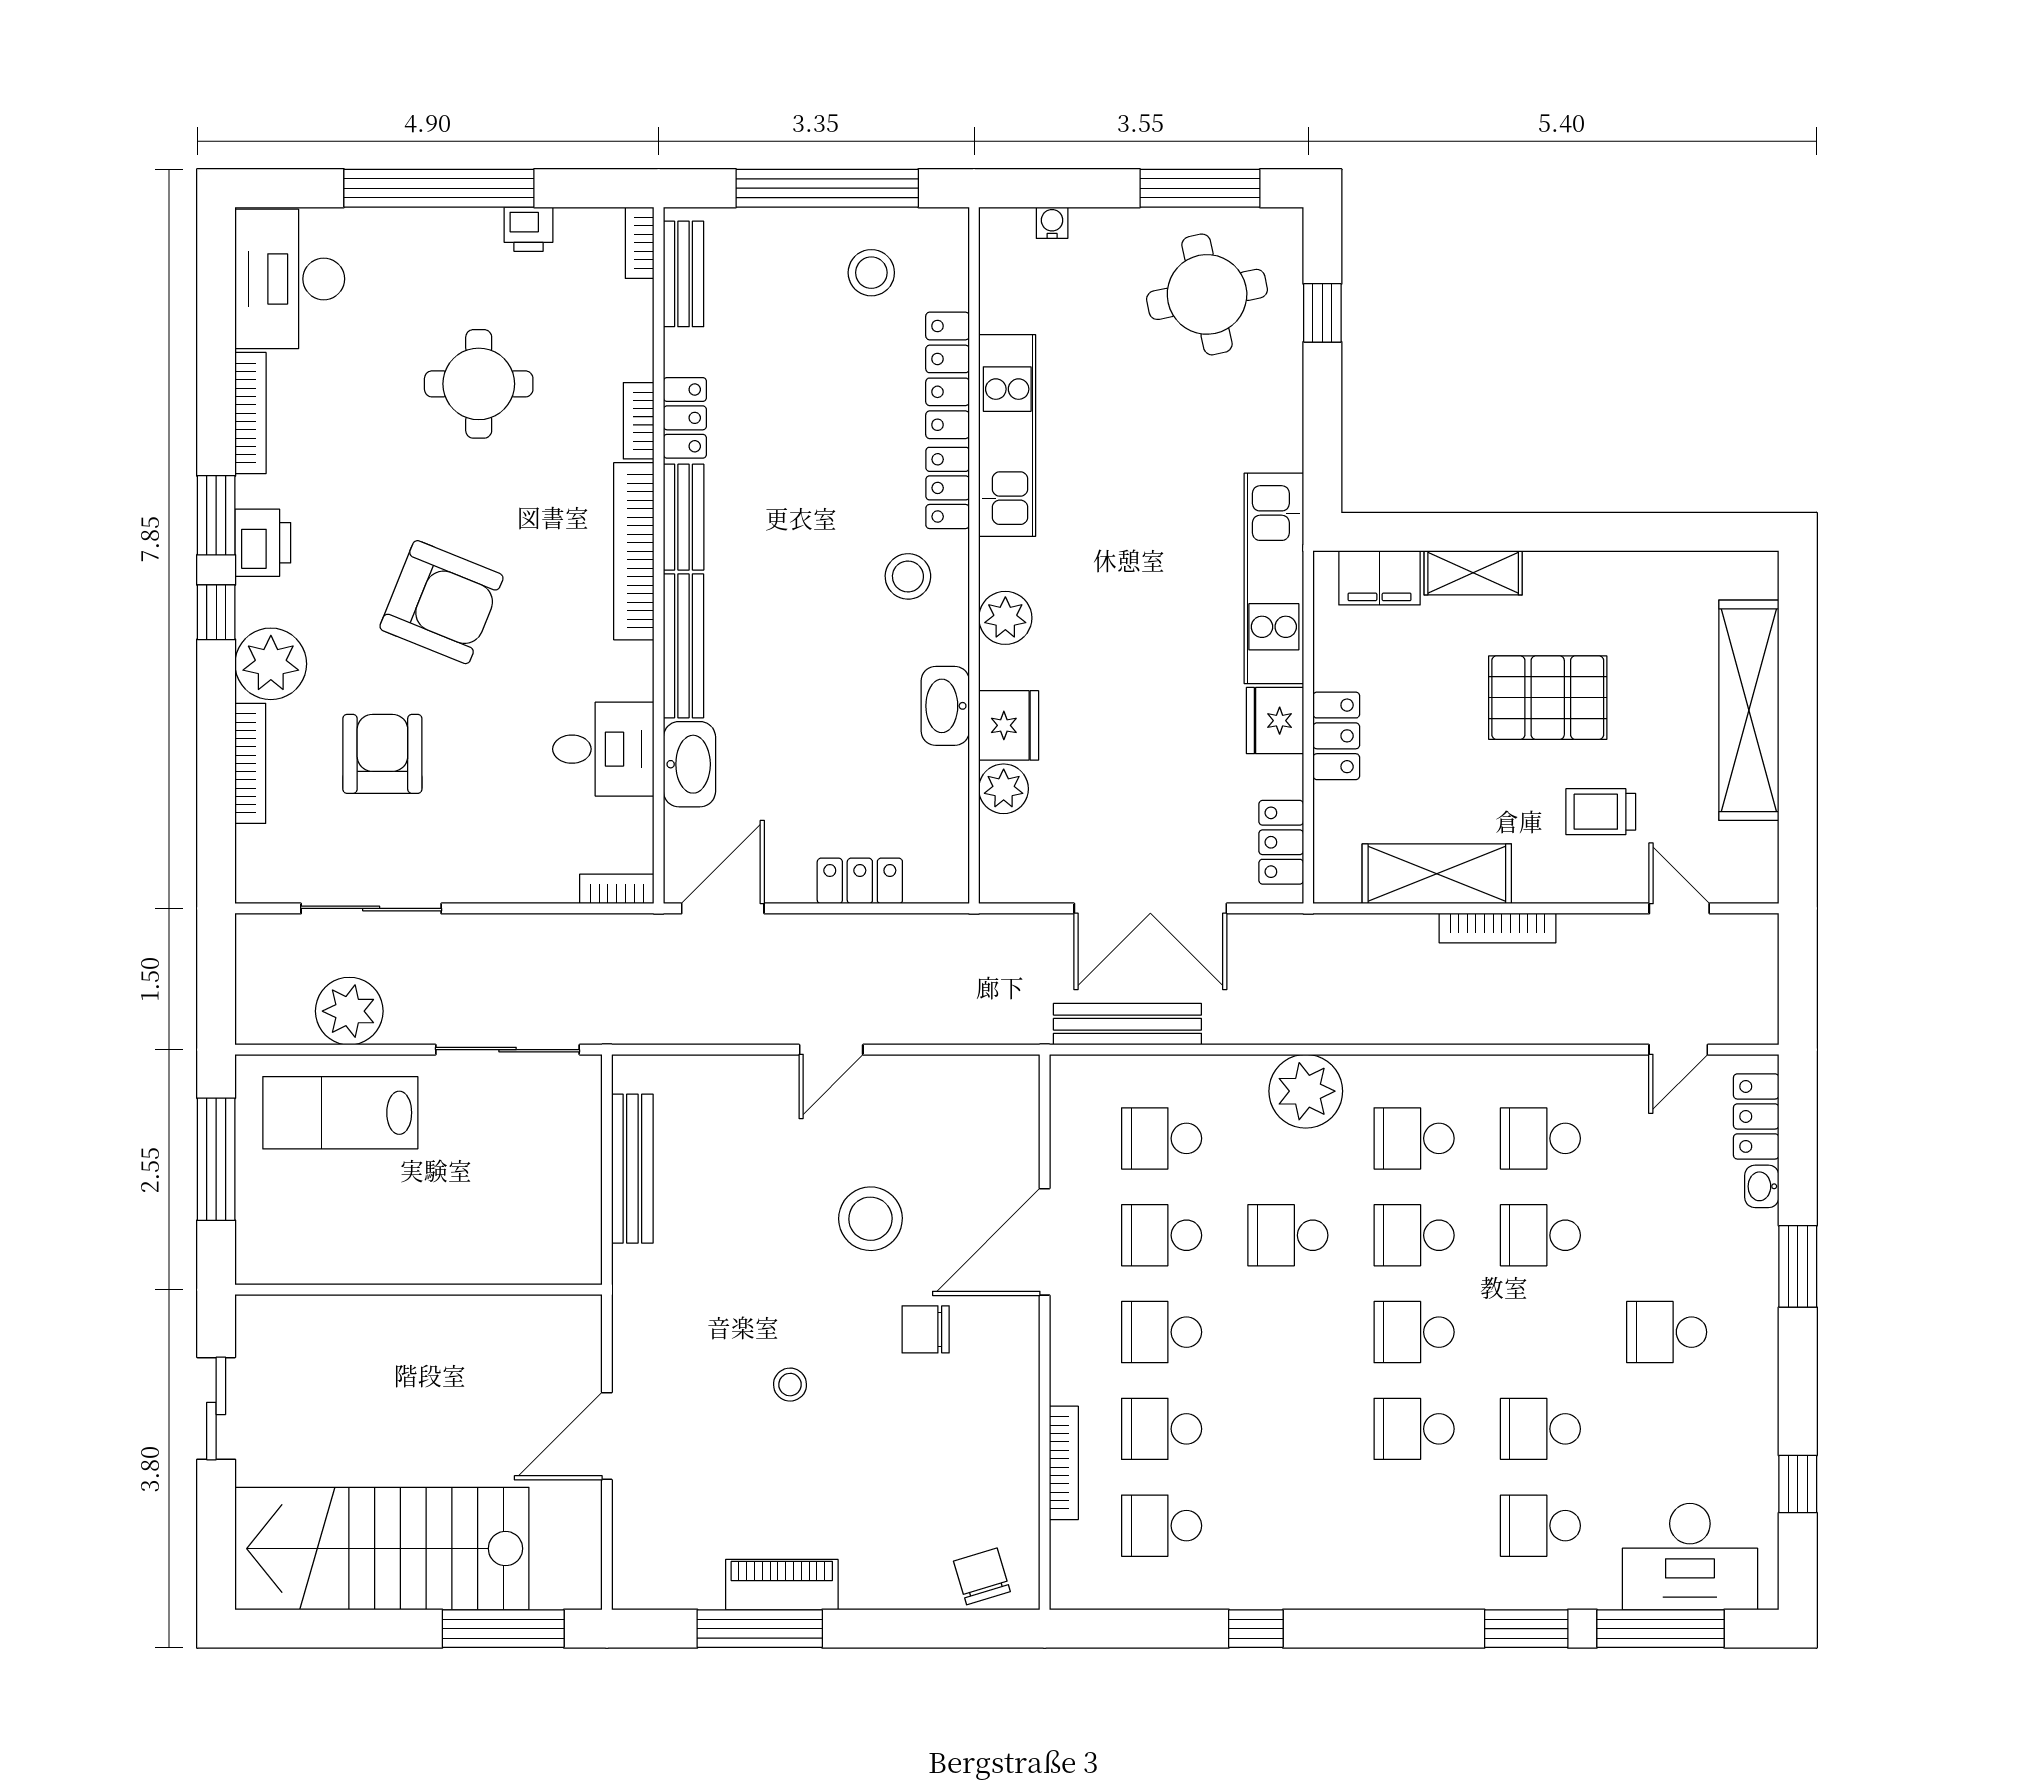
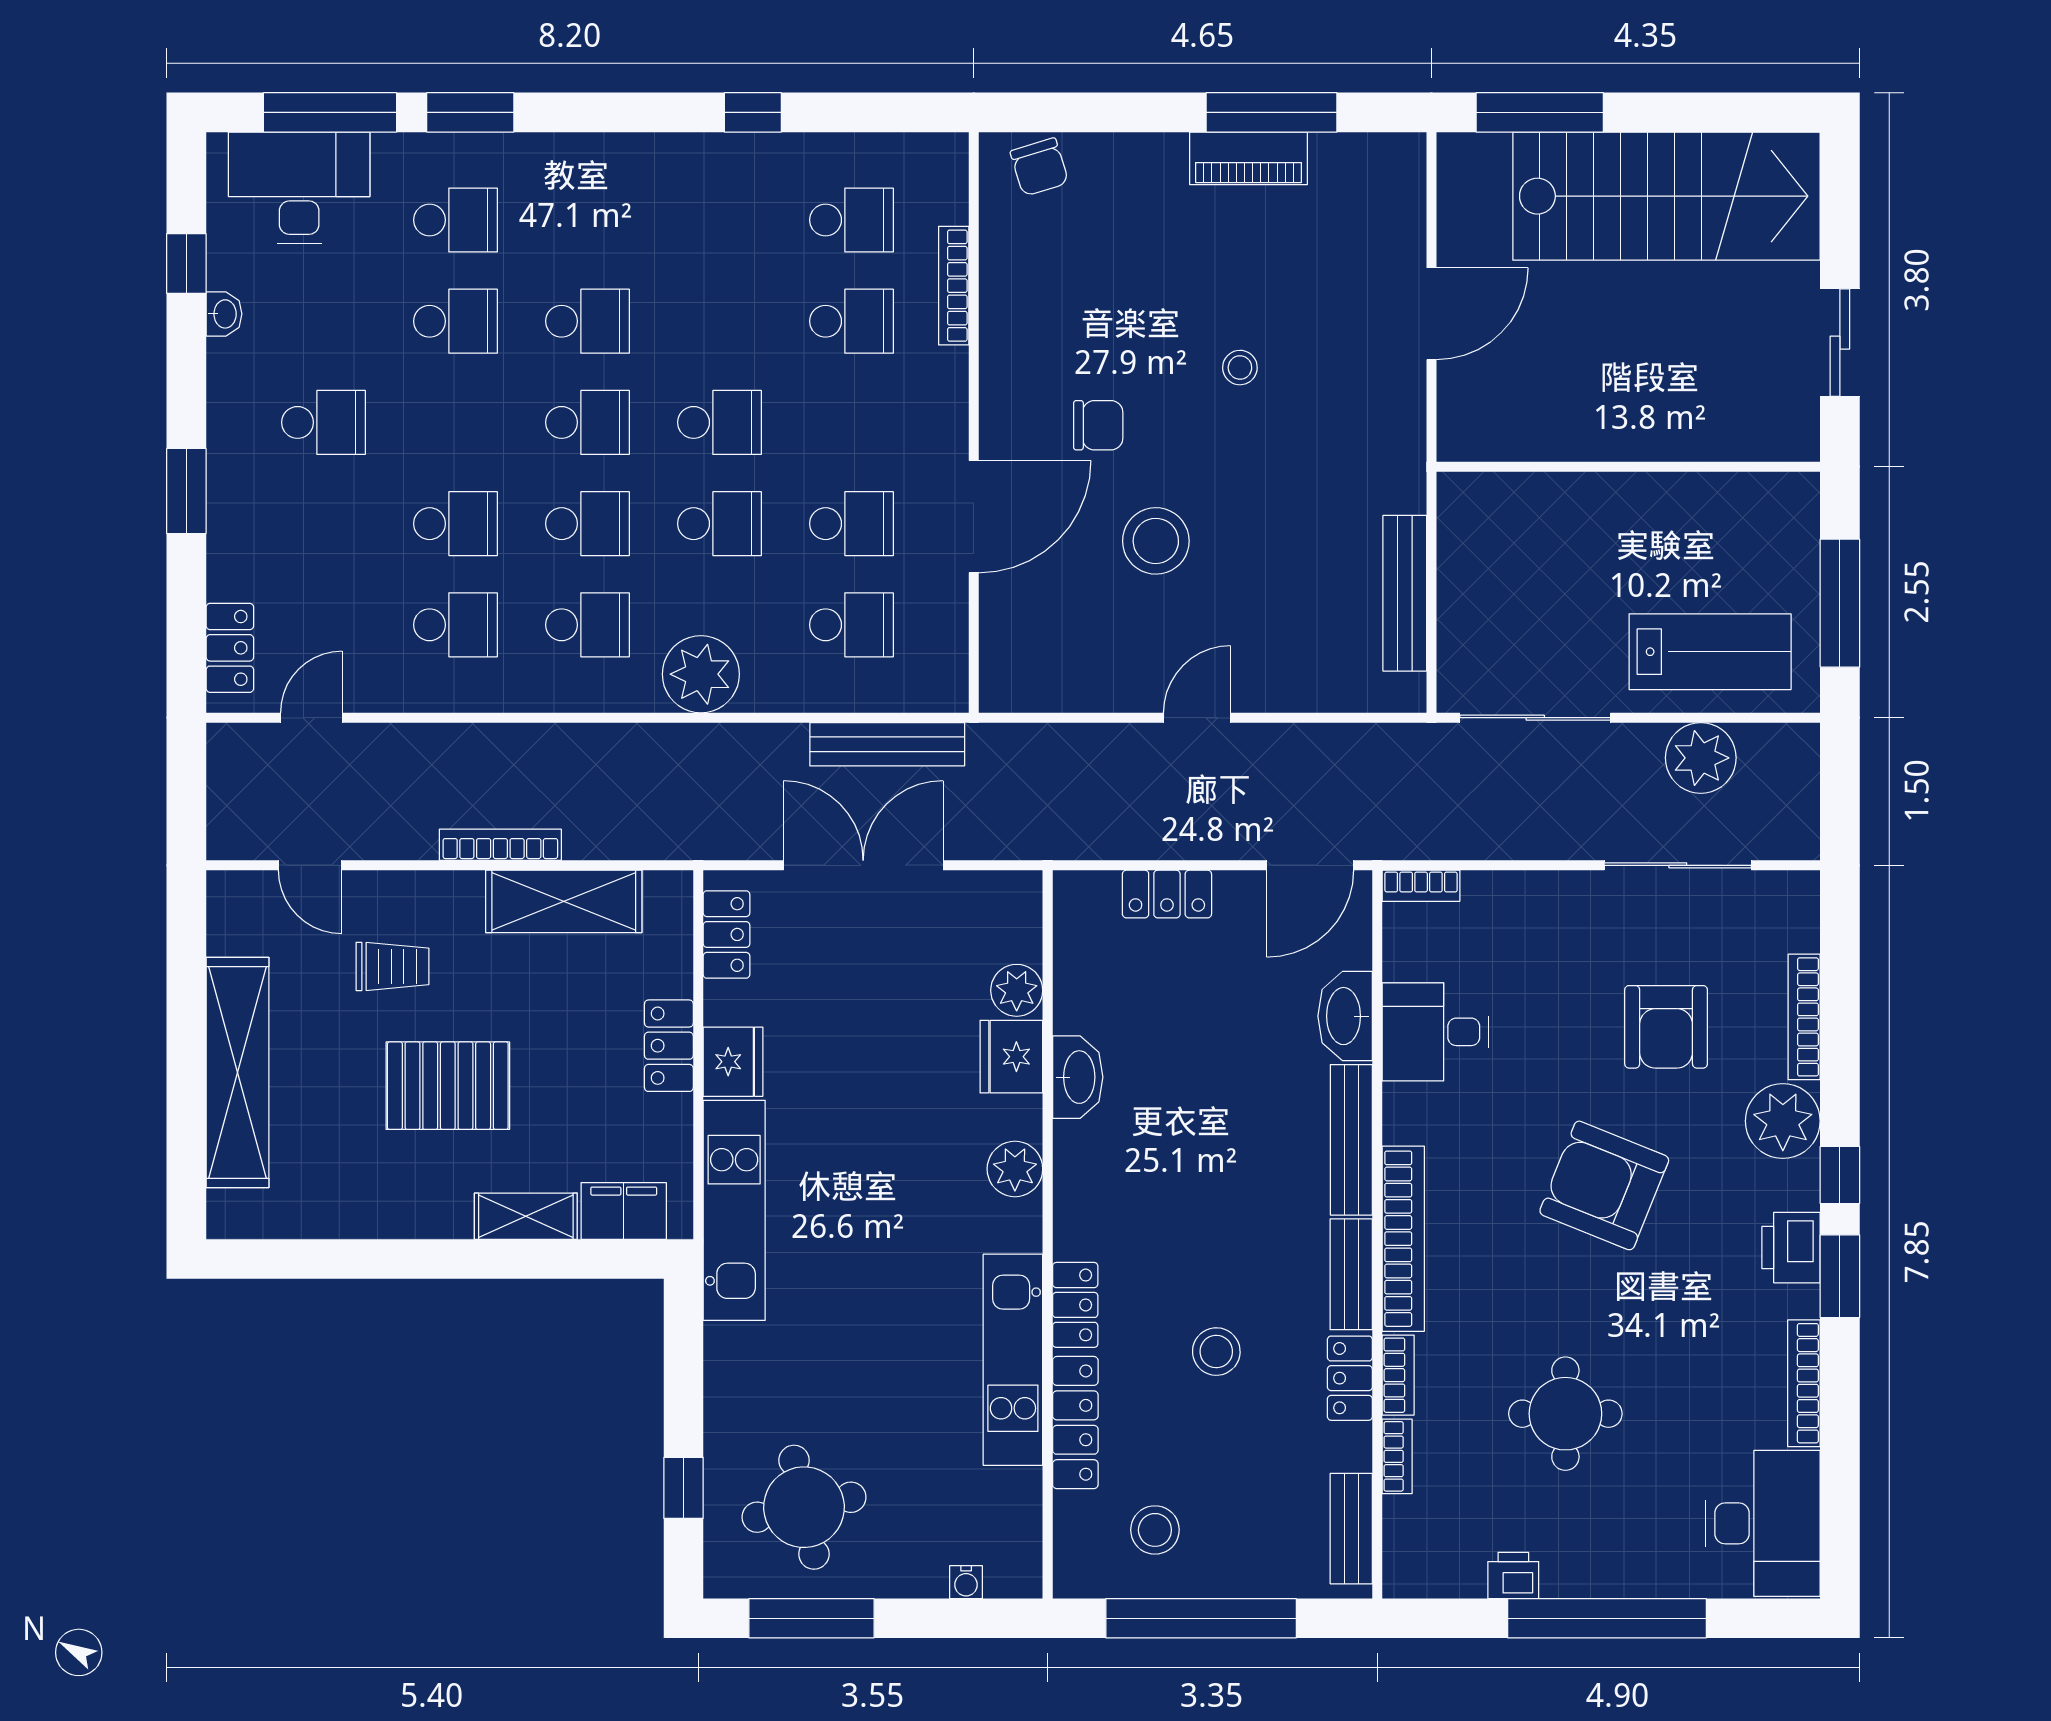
bookcase: (640, 243) -> (1397, 1456), moved
stool: (908, 576) -> (1216, 1352), moved
washbasin: (1762, 1186) -> (224, 314), moved
school desk: (1162, 1332) -> (719, 422), moved

